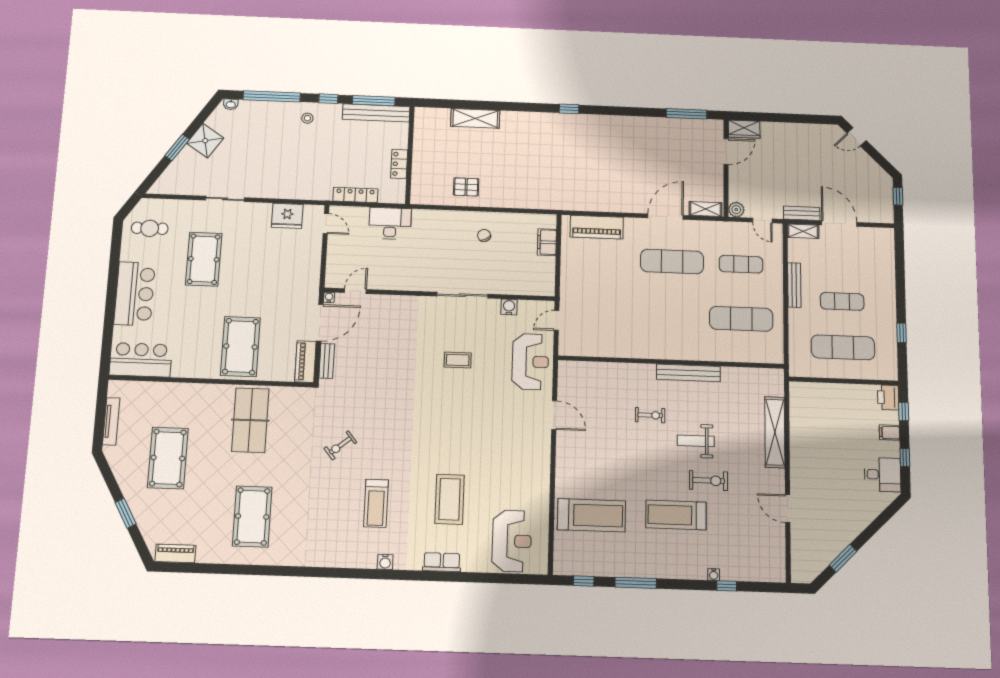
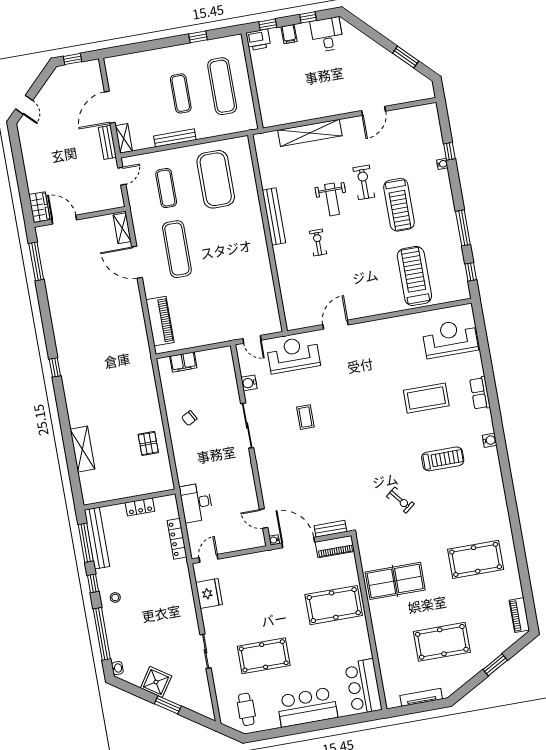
plant: (736, 210) -> (117, 201), removed
exercise mat: (741, 319) -> (216, 179), width x1.47

